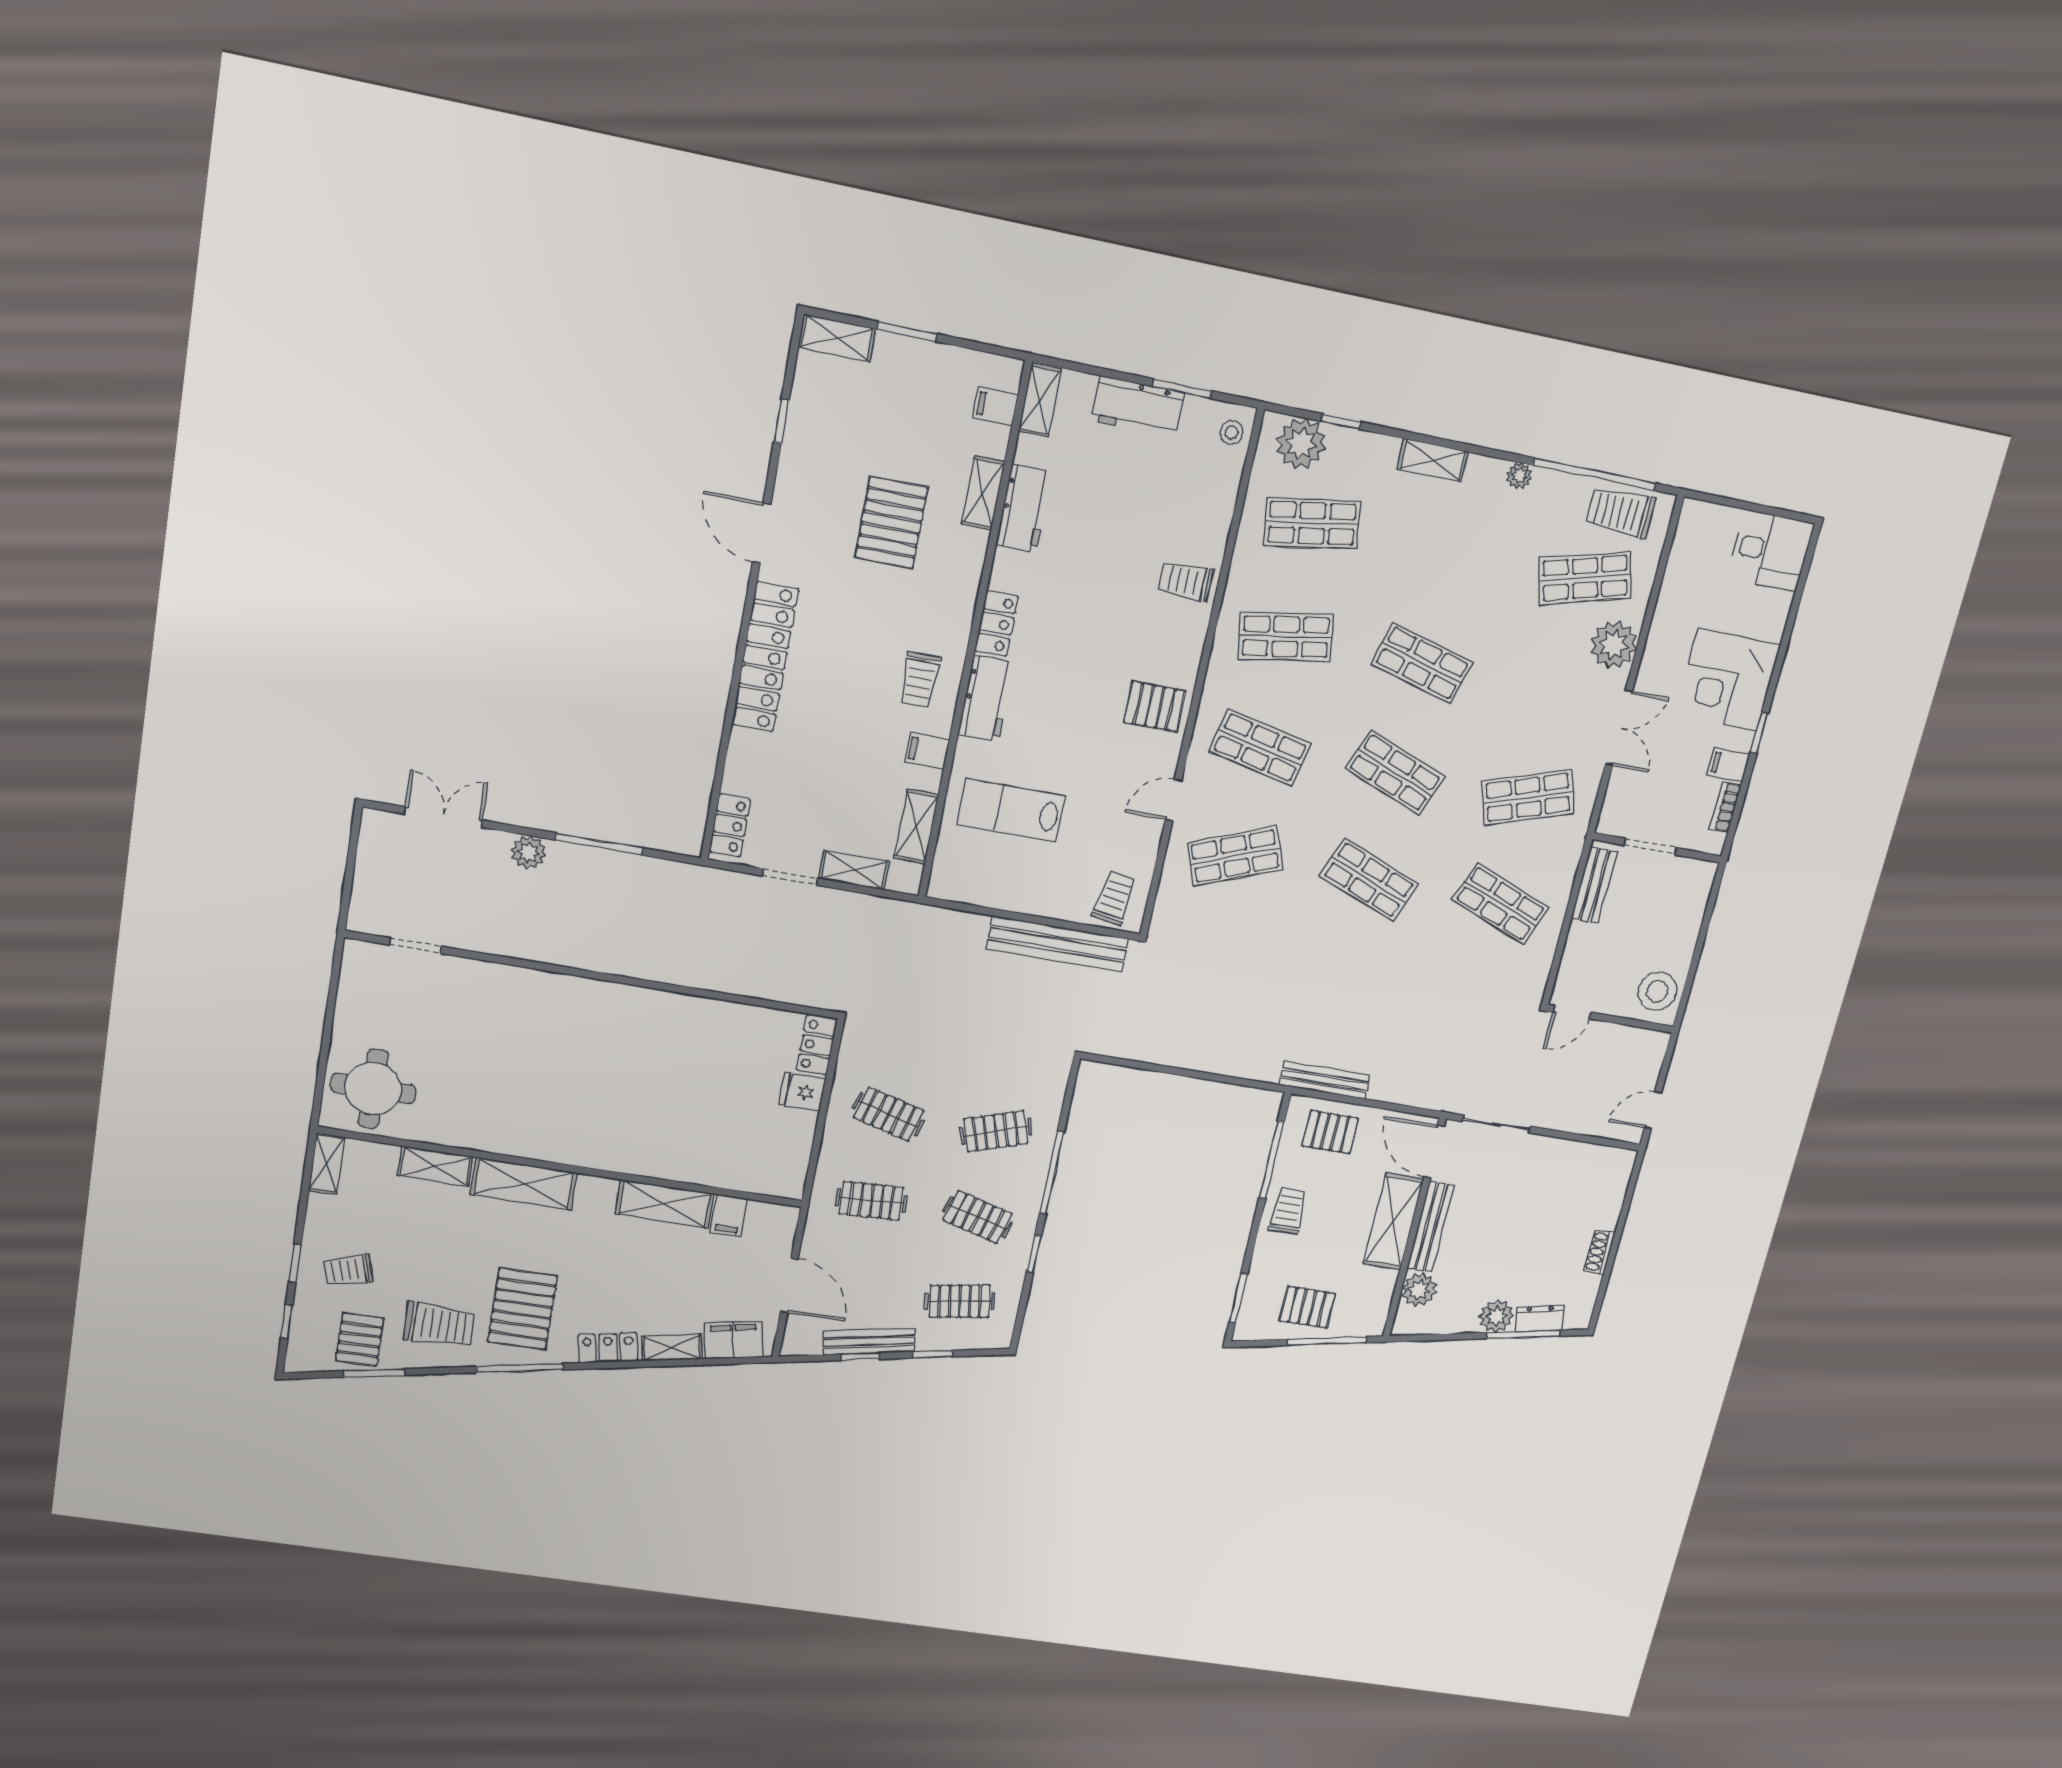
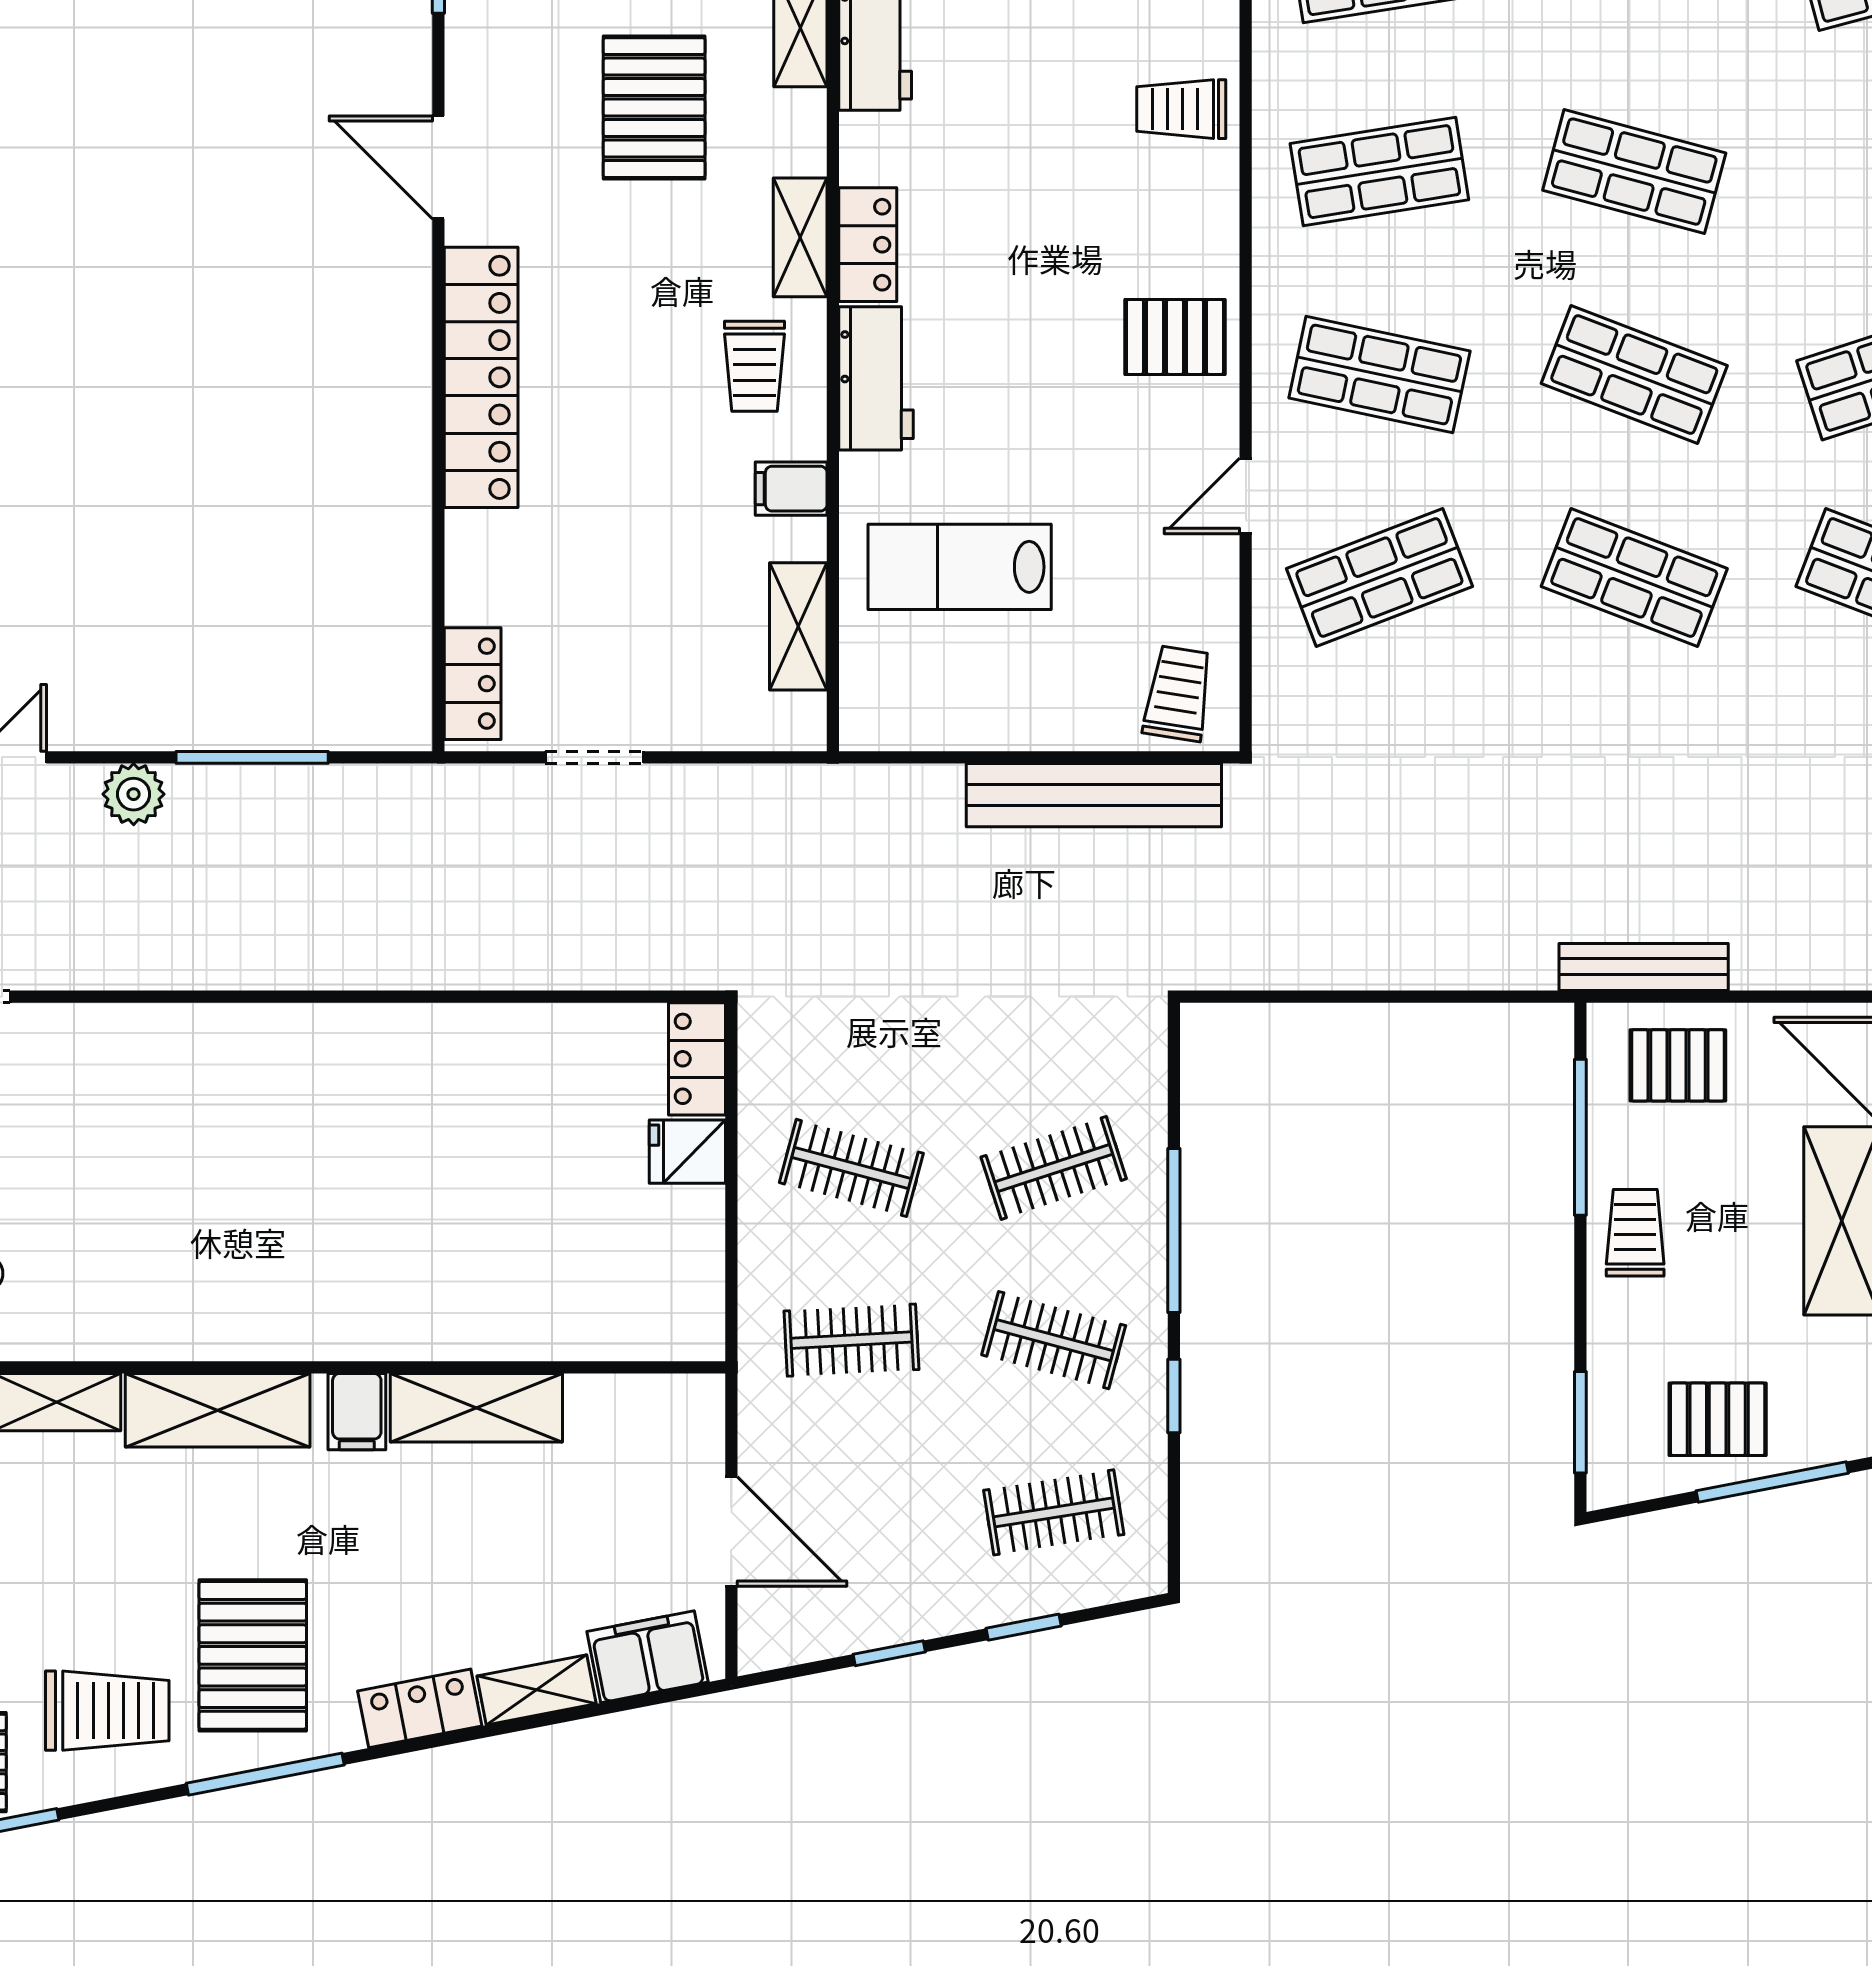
shelving: (854, 870) -> (800, 237), moved, turned 90
filing cabinet: (729, 1215) -> (357, 1412), moved
bench: (869, 1342) -> (900, 1620), removed

